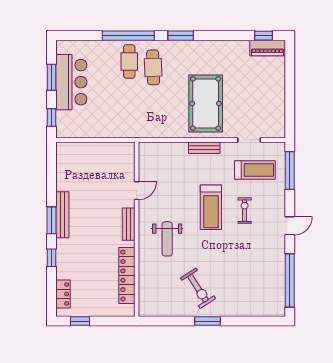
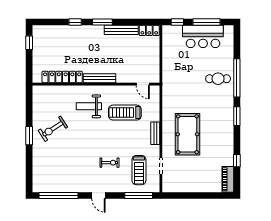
window: (263, 36) -> (237, 161), moved
cafe table: (153, 67) -> (214, 96), removed
window: (51, 77) -> (207, 22), width x1.44
pool table: (206, 104) -> (187, 134), turned 90
door: (137, 191) -> (143, 84), moved
treadmill: (211, 207) -> (125, 113), moved
bench: (62, 215) -> (121, 30), moved
bench: (129, 224) -> (100, 78), width x1.36
locker: (63, 294) -> (149, 30), moved

